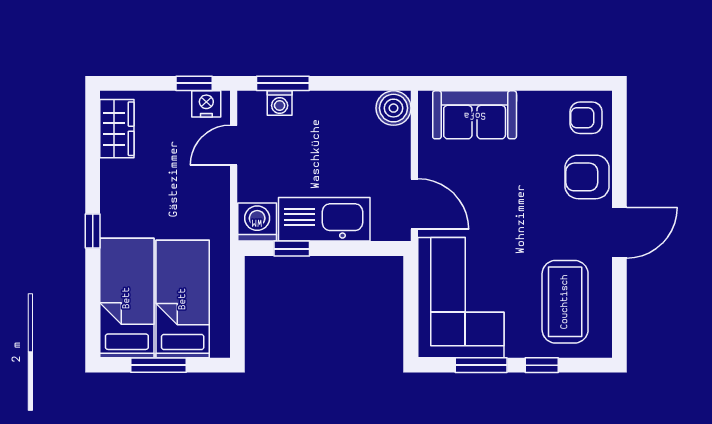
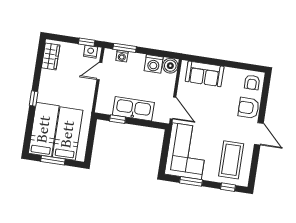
armchair: (586, 118) -> (252, 82), turned -90
washing machine: (257, 222) -> (154, 64), moved, turned 180
door: (619, 233) -> (259, 134), hinge flipped
window: (542, 365) -> (228, 187), moved

